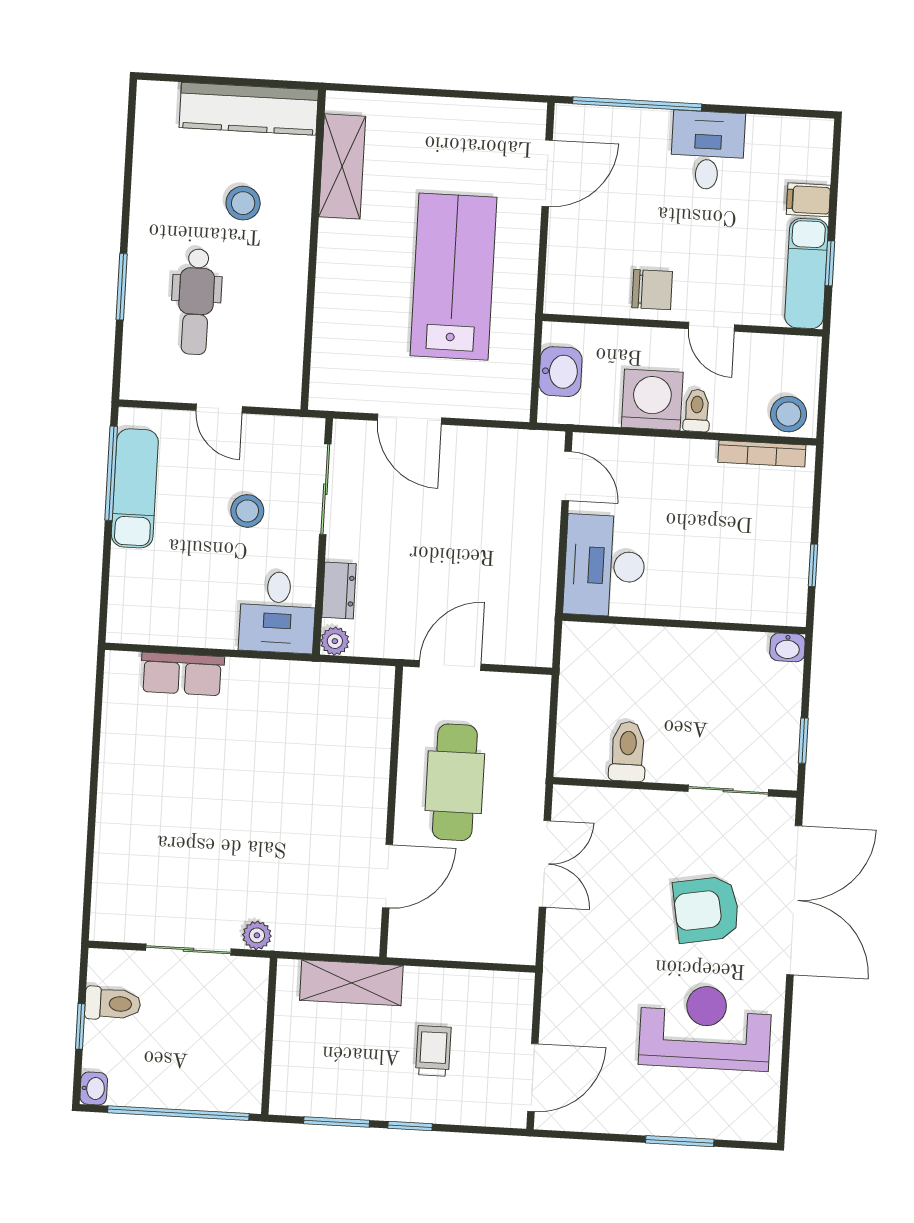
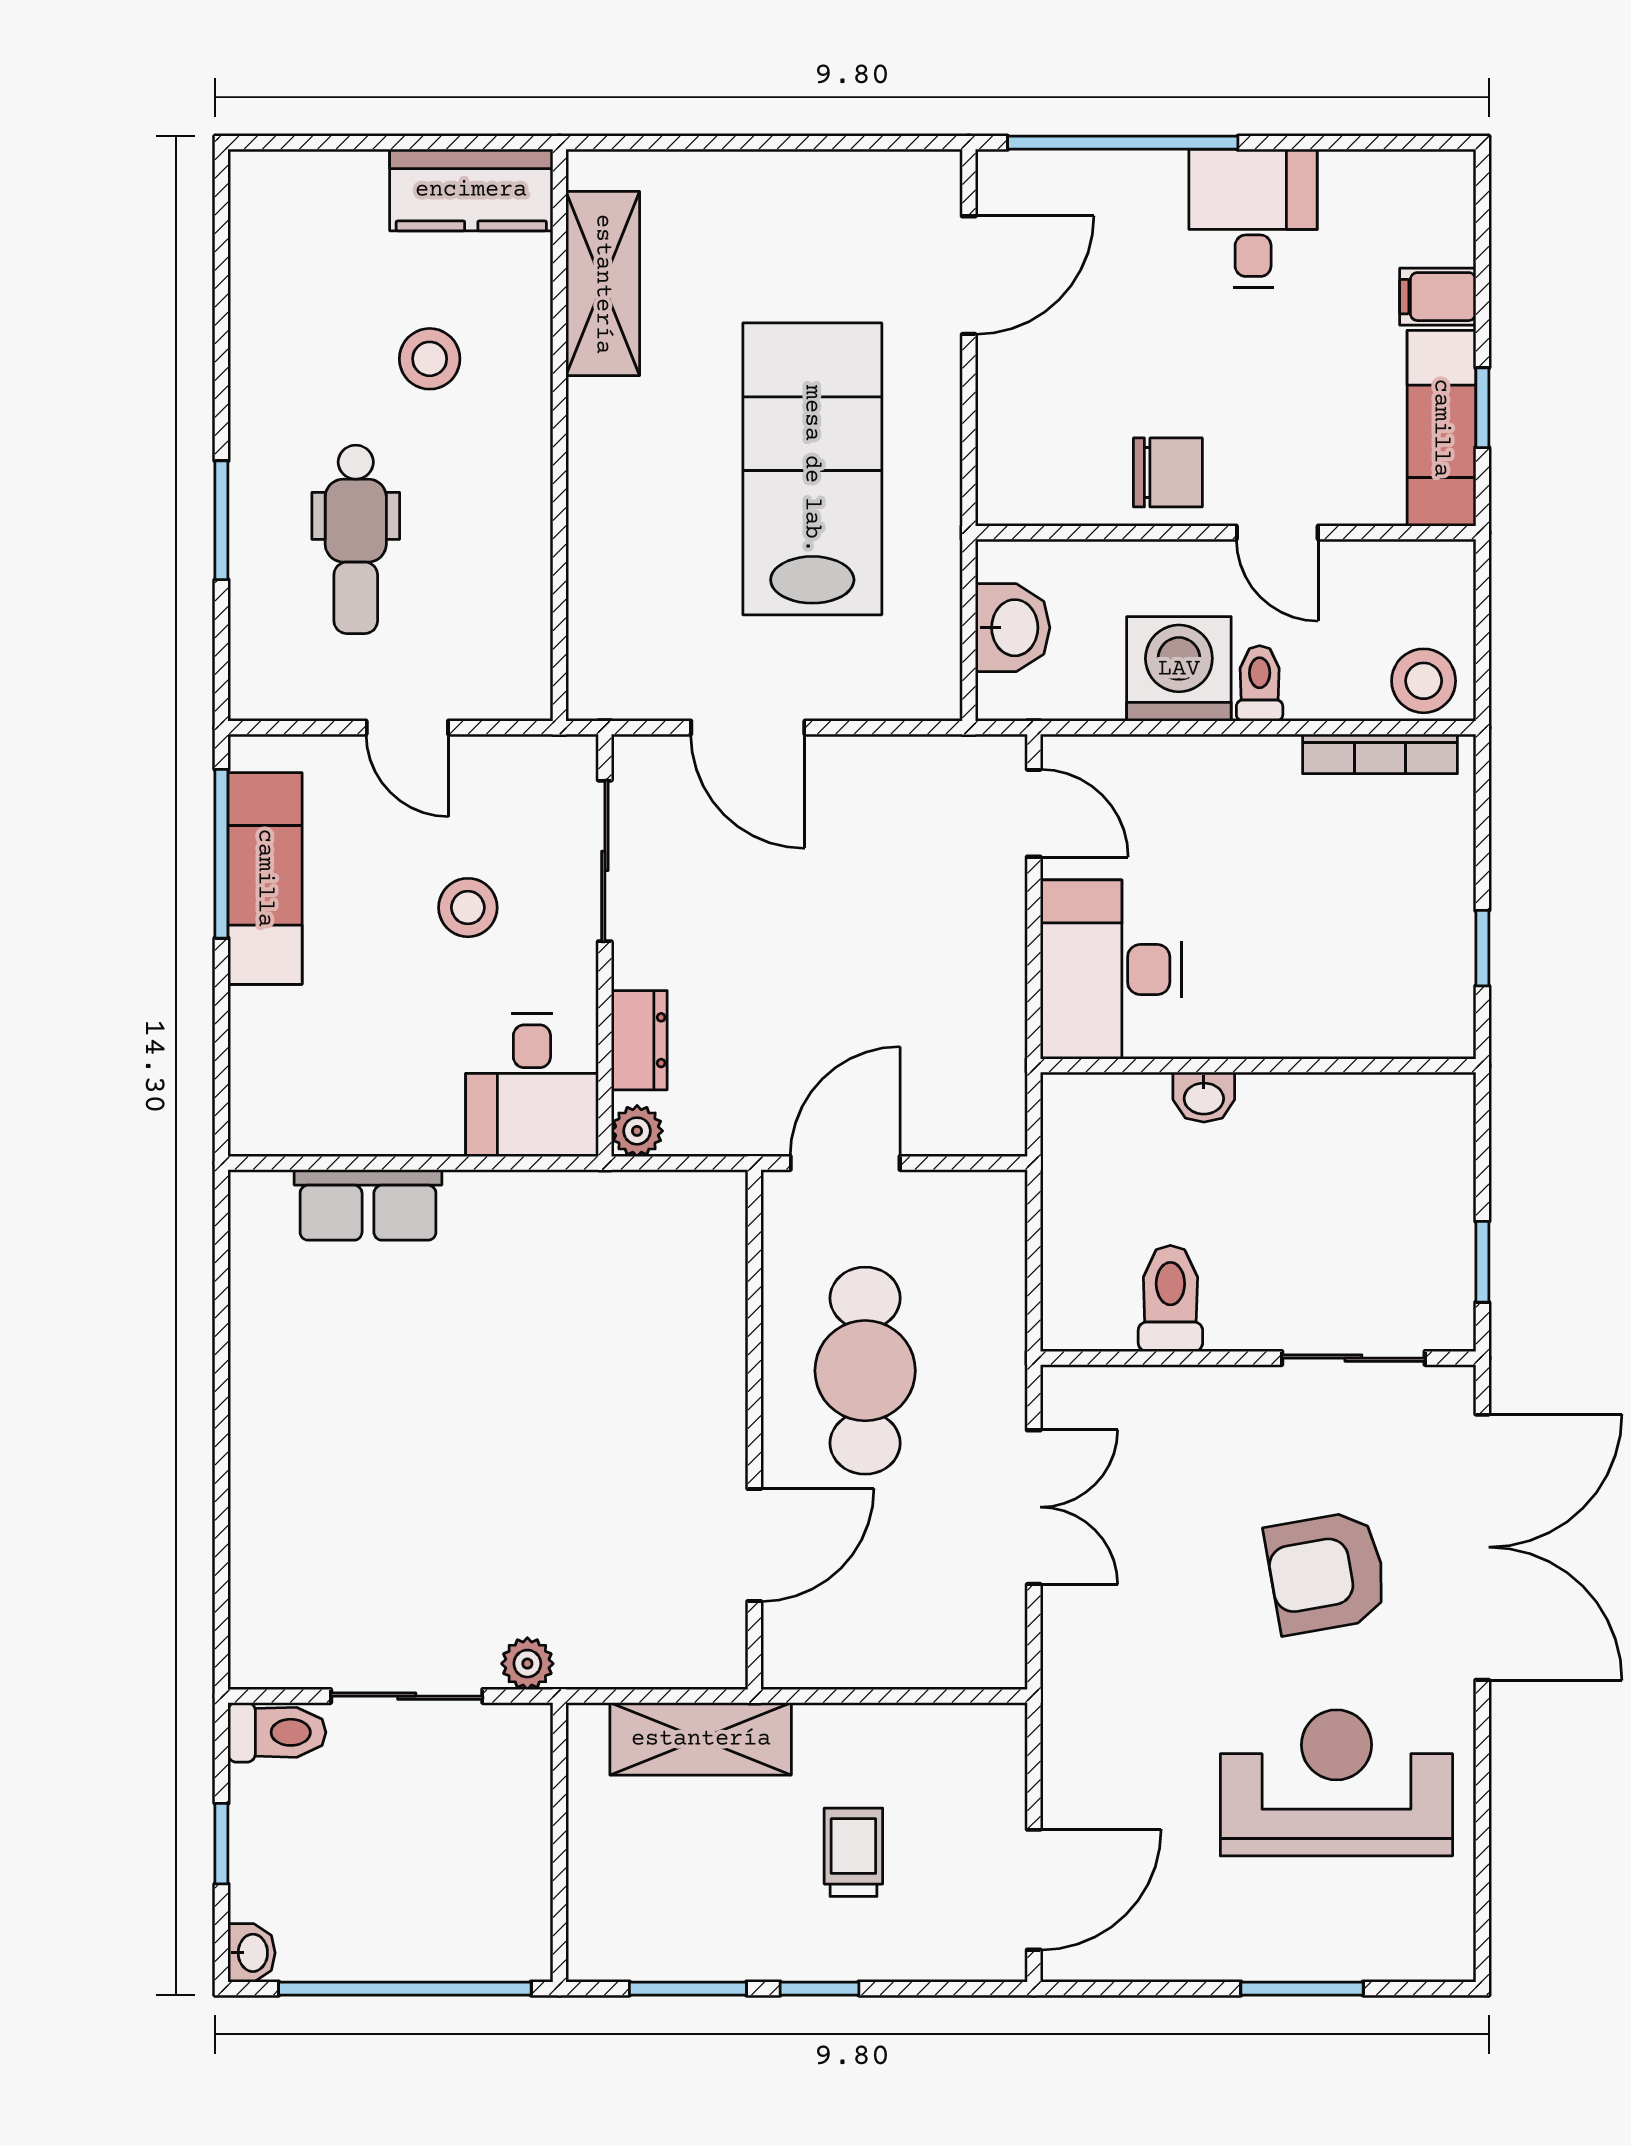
kitchen counter: (249, 109) -> (471, 190), width x0.67
washbasin: (787, 647) -> (1204, 1097), moved
toilet: (113, 1004) -> (277, 1732), moved

